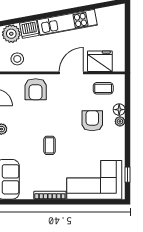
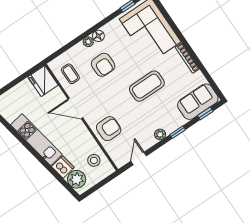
fridge: (100, 61) -> (43, 81), moved
floor lamp: (119, 110) -> (98, 36), moved
armchair: (92, 121) -> (103, 65), turned -90
coffee table: (49, 145) -> (147, 86), width x1.86, depth x1.72

